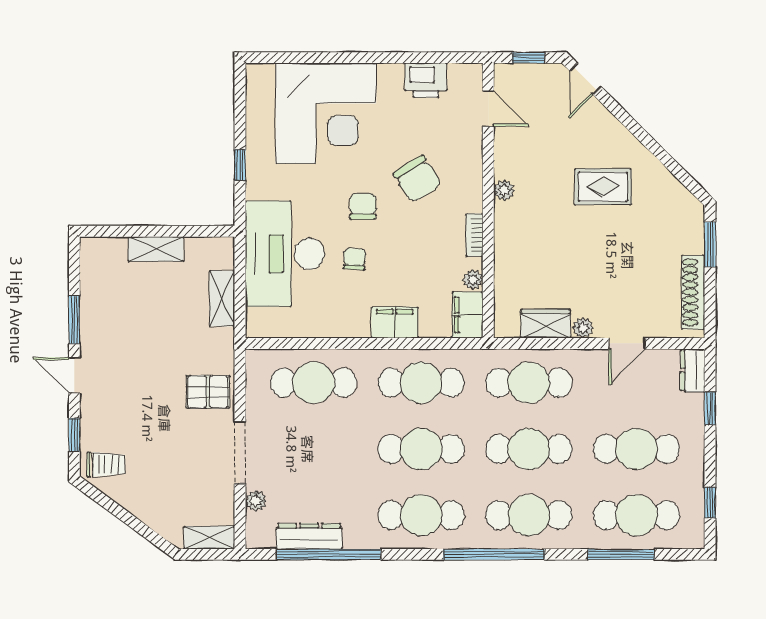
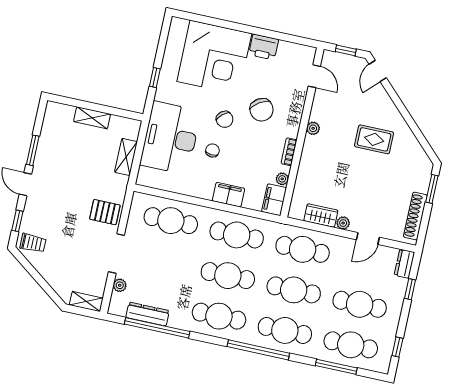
printer: (426, 80) -> (264, 47), moved
chair: (363, 206) -> (225, 119), turned 139

